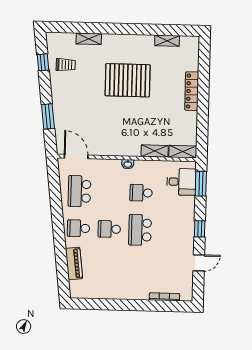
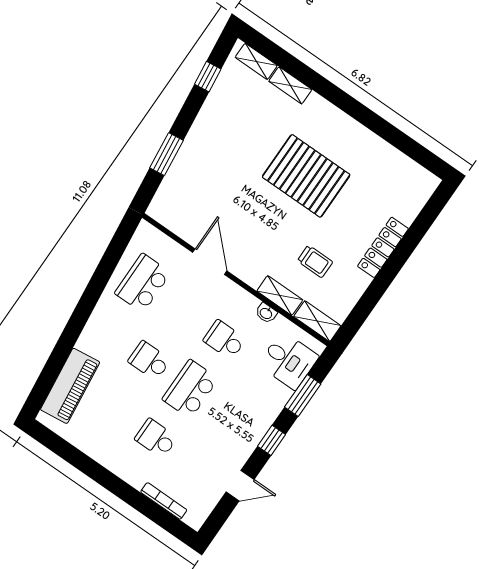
shelving: (167, 41) -> (256, 61), moved
trolley: (66, 65) -> (315, 261), moved
door: (76, 157) -> (210, 262), moved
washbasin: (128, 164) -> (266, 313), moved
window: (201, 184) -> (303, 396), moved
school desk: (78, 228) -> (156, 438), moved
piano: (74, 263) -> (70, 386), width x1.37, depth x1.33

